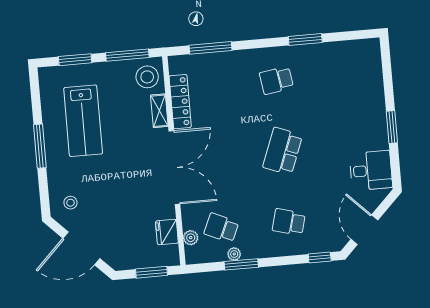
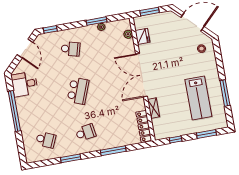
window: (210, 48) -> (113, 151), moved
window: (127, 55) -> (176, 139), width x0.46
stool: (147, 77) -> (163, 128), removed
locker: (180, 102) -> (144, 126), moved
lab bench: (83, 121) -> (198, 98), turned 180
window: (392, 127) -> (14, 111), width x2.11
window: (40, 146) -> (225, 93), moved
school desk: (221, 228) -> (46, 140), moved

